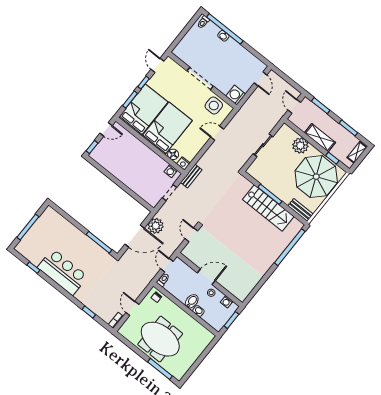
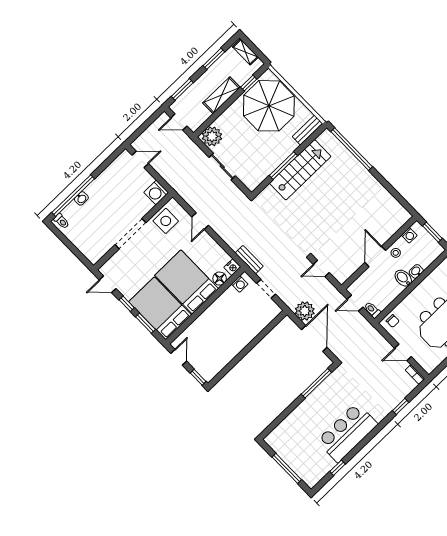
plant: (300, 146) -> (212, 136), moved

